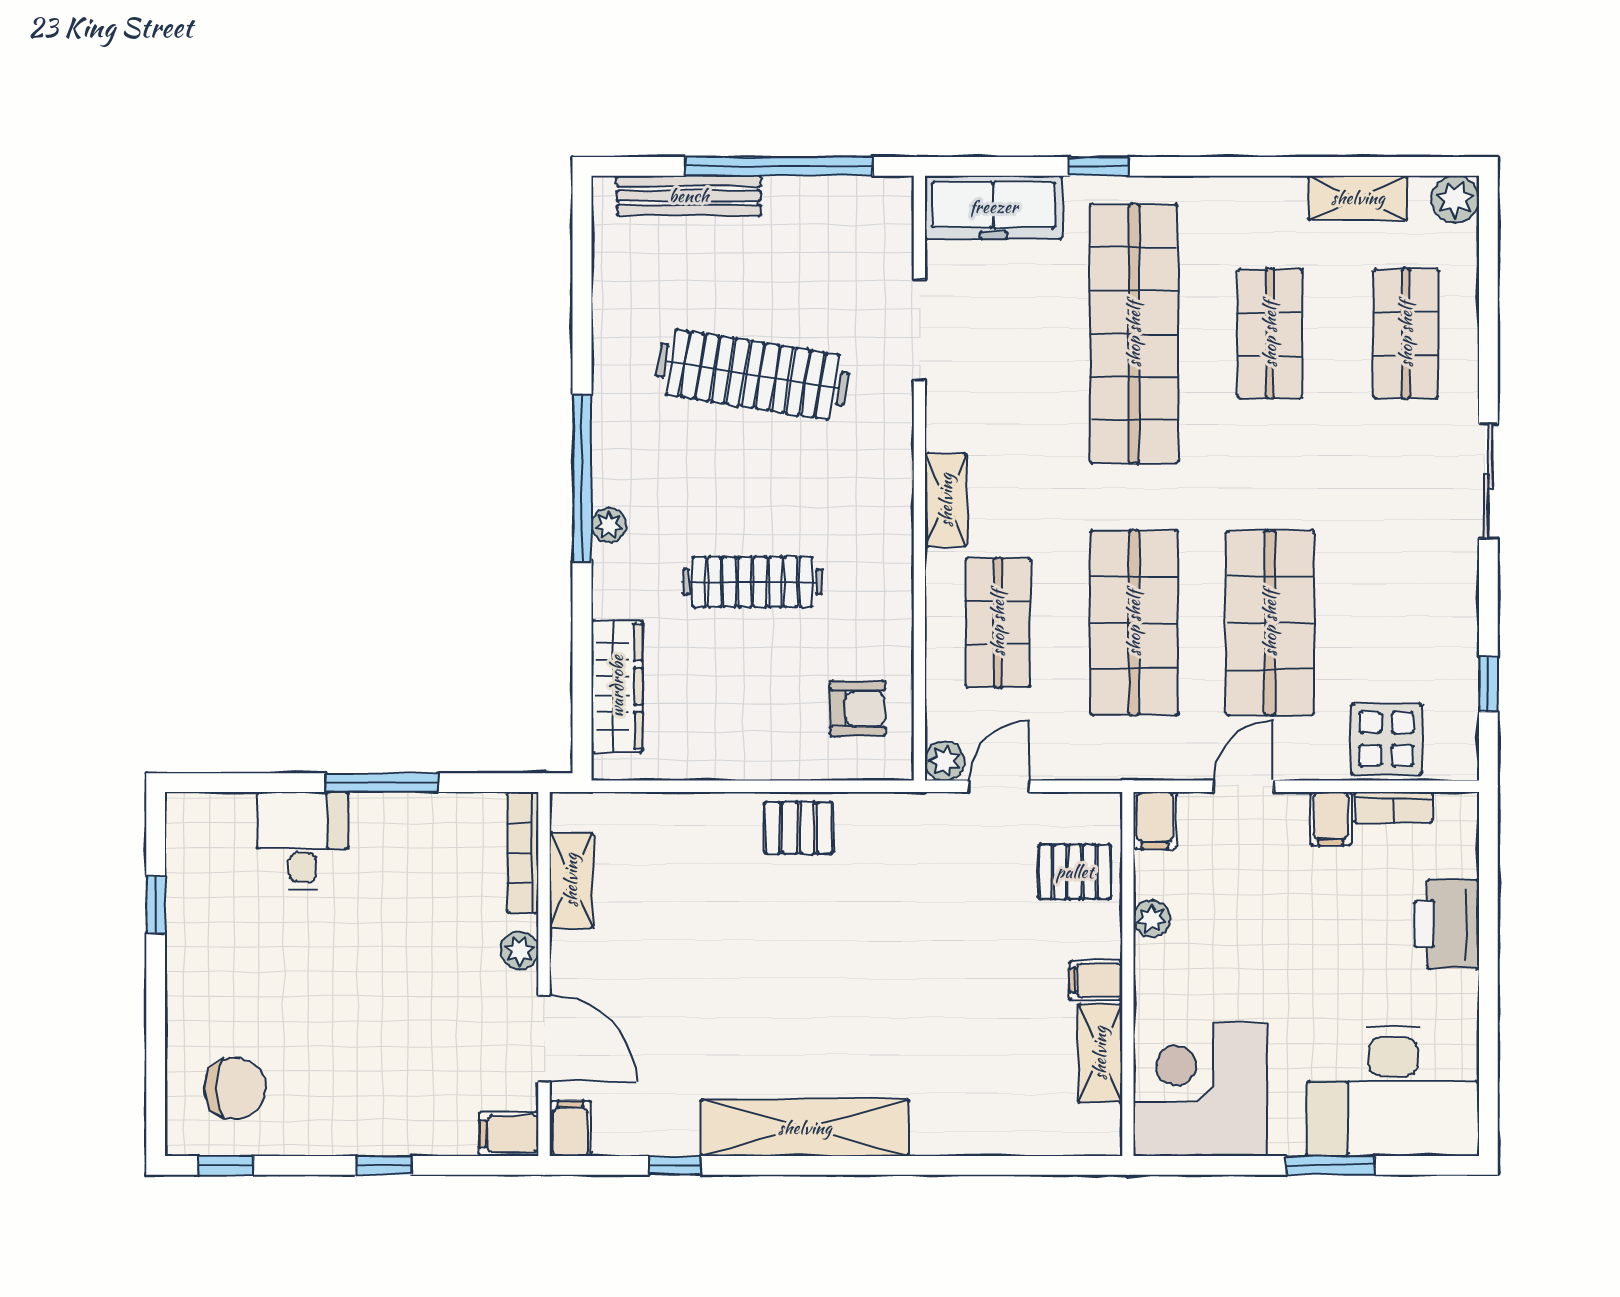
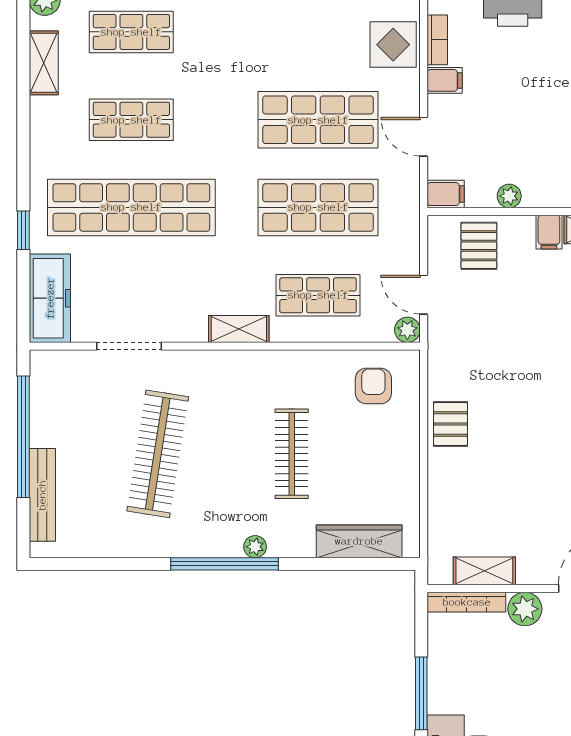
plant: (519, 950) -> (525, 609), width x1.38, depth x1.38

